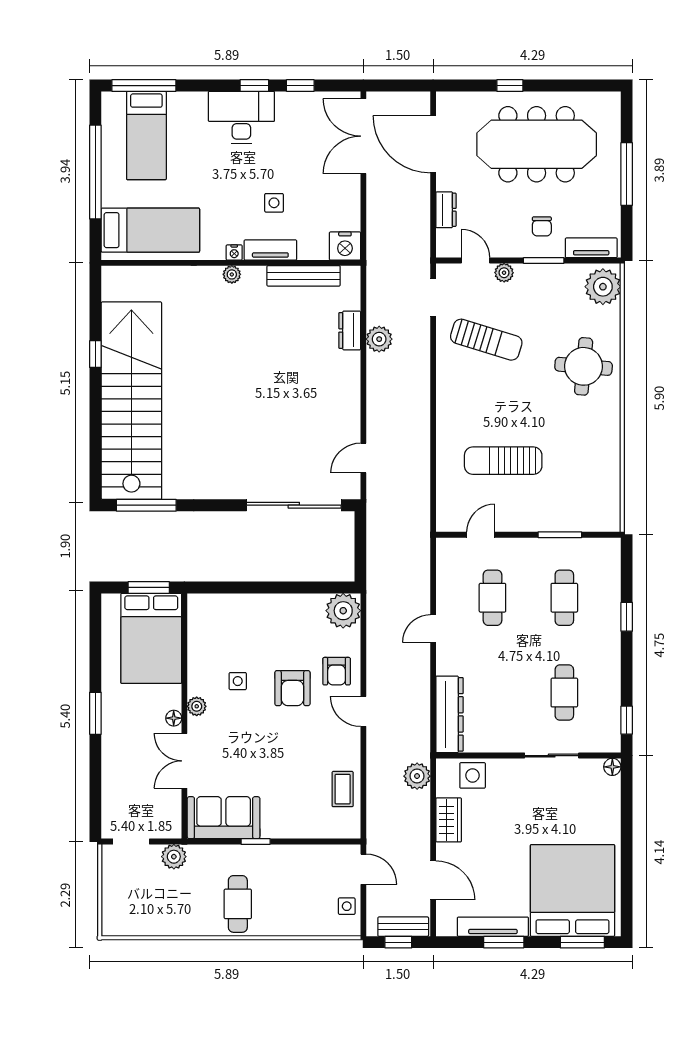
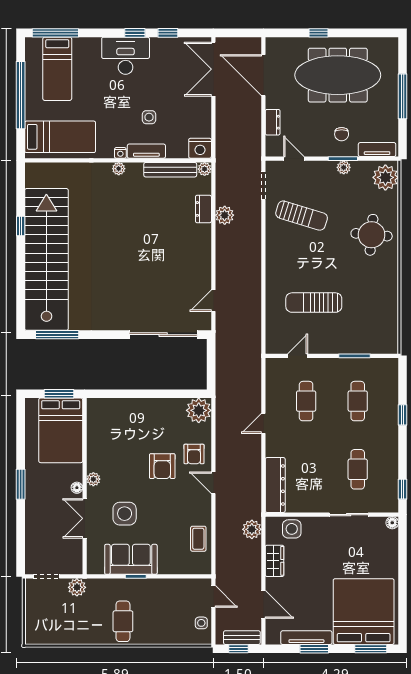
plant: (504, 273) -> (344, 167), moved
plant: (351, 275) -> (205, 169), added
side table: (238, 681) -> (125, 514), moved, width x1.87, depth x1.87
sofa: (224, 818) -> (131, 559), moved

